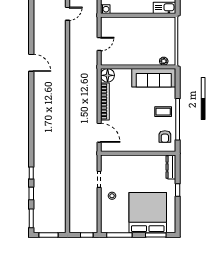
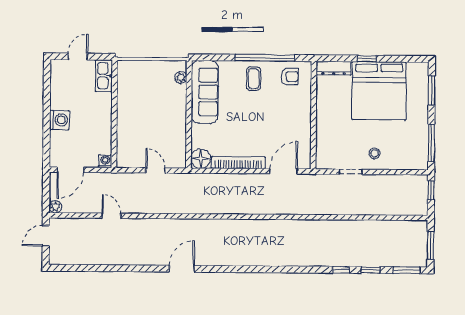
bed: (148, 213) -> (379, 91), moved, turned -90

